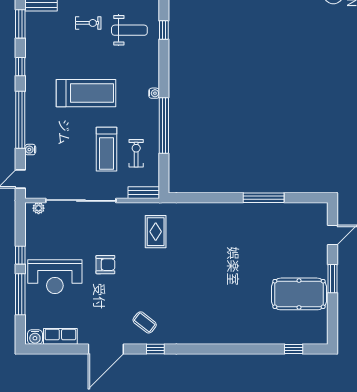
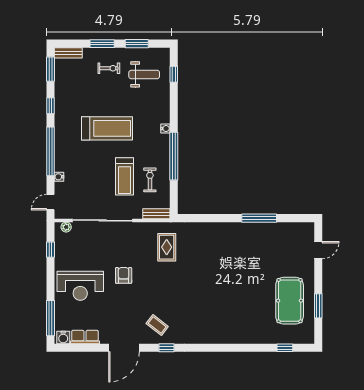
window: (20, 255) -> (51, 250), moved
armchair: (105, 265) -> (124, 275), turned -90
window: (333, 279) -> (318, 306), moved
window: (20, 294) -> (51, 318), moved
pool table: (299, 294) -> (290, 301), turned 90

